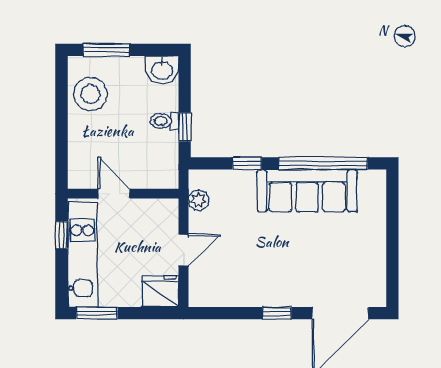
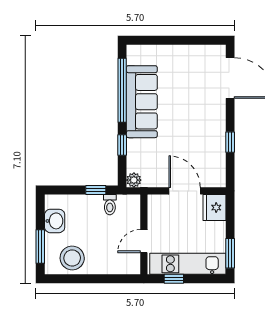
washbasin: (162, 70) -> (55, 221), moved
toilet: (164, 121) -> (110, 205), moved
plant: (199, 200) -> (134, 180), moved
door: (183, 250) -> (185, 191), width x1.38
window: (277, 313) -> (230, 142), moved

